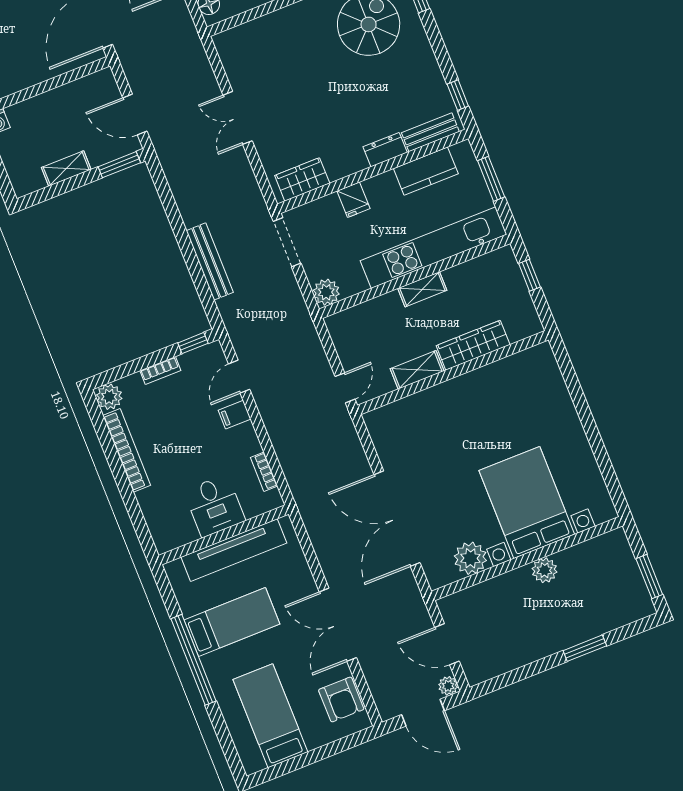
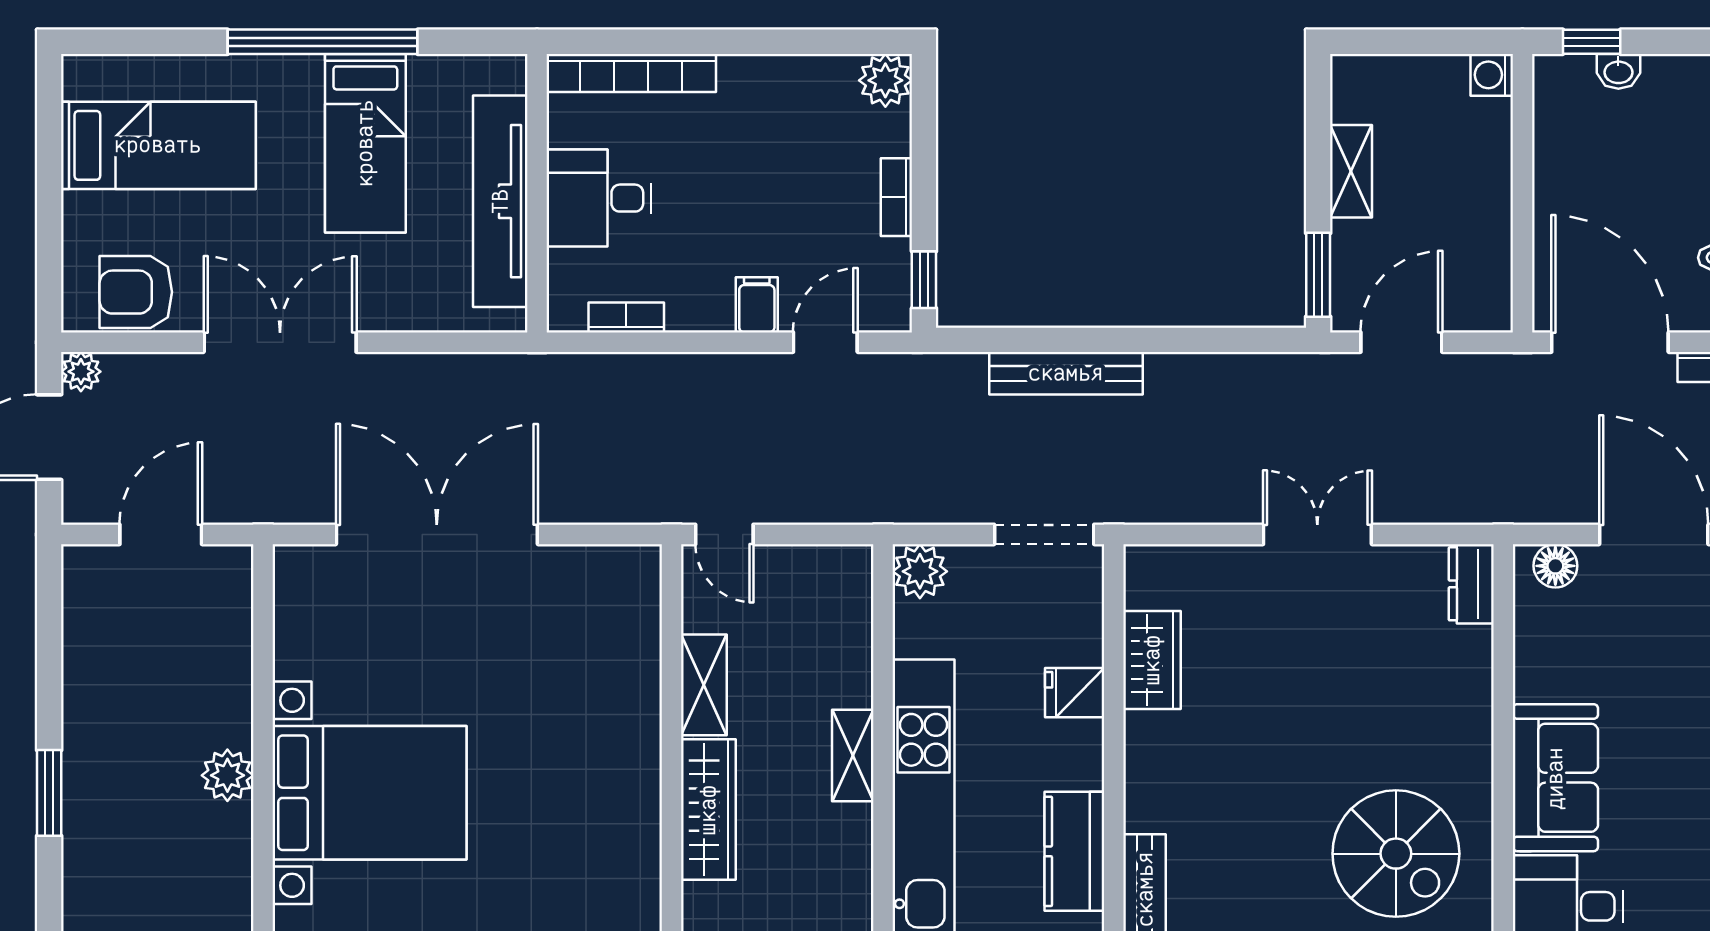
dresser: (385, 150) -> (1471, 584), moved, turned 180
wardrobe: (302, 179) -> (1152, 660), moved
door: (239, 377) -> (825, 342), hinge flipped
bookcase: (127, 450) -> (631, 73), moved
plant: (470, 558) -> (306, 644), removed
plant: (448, 686) -> (81, 372), moved

